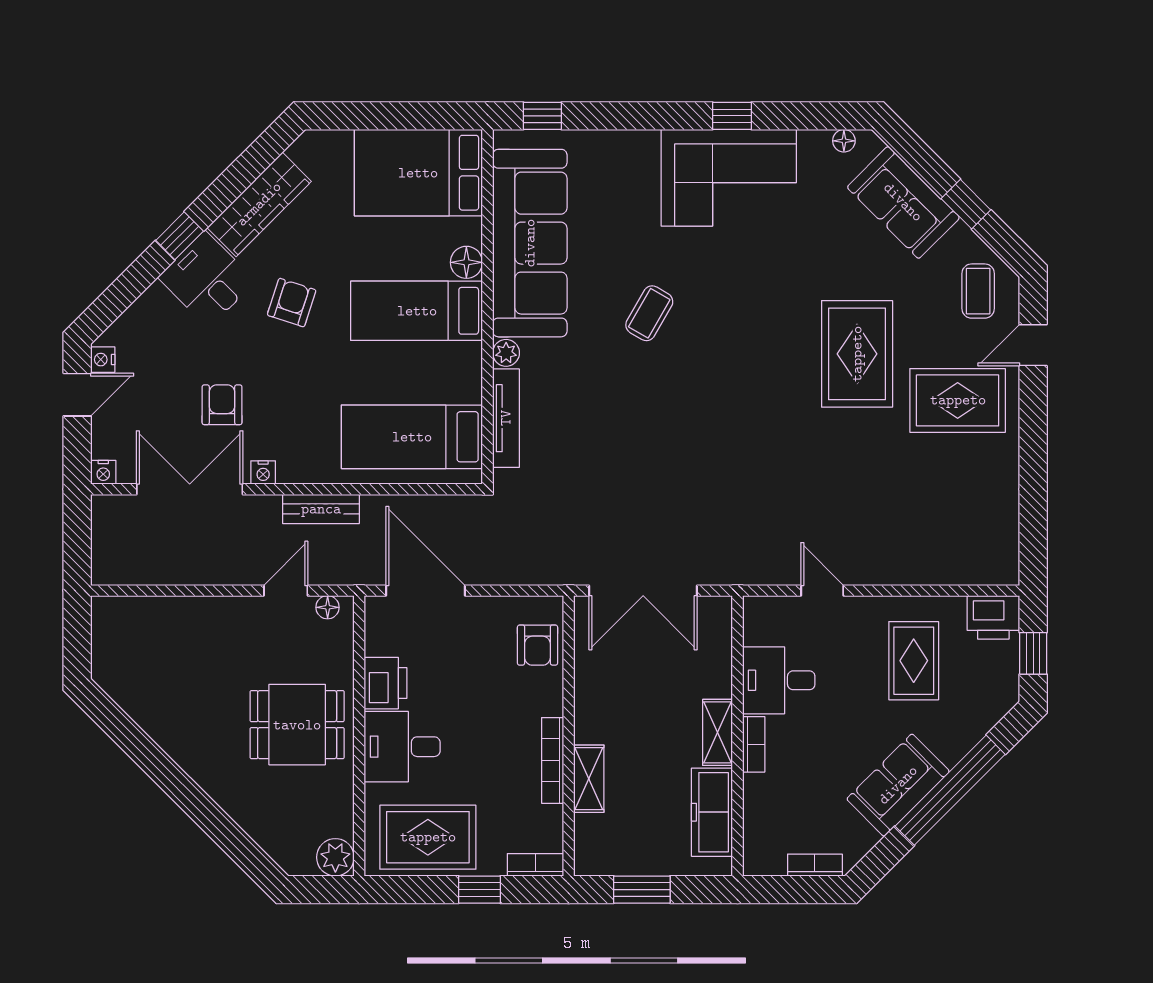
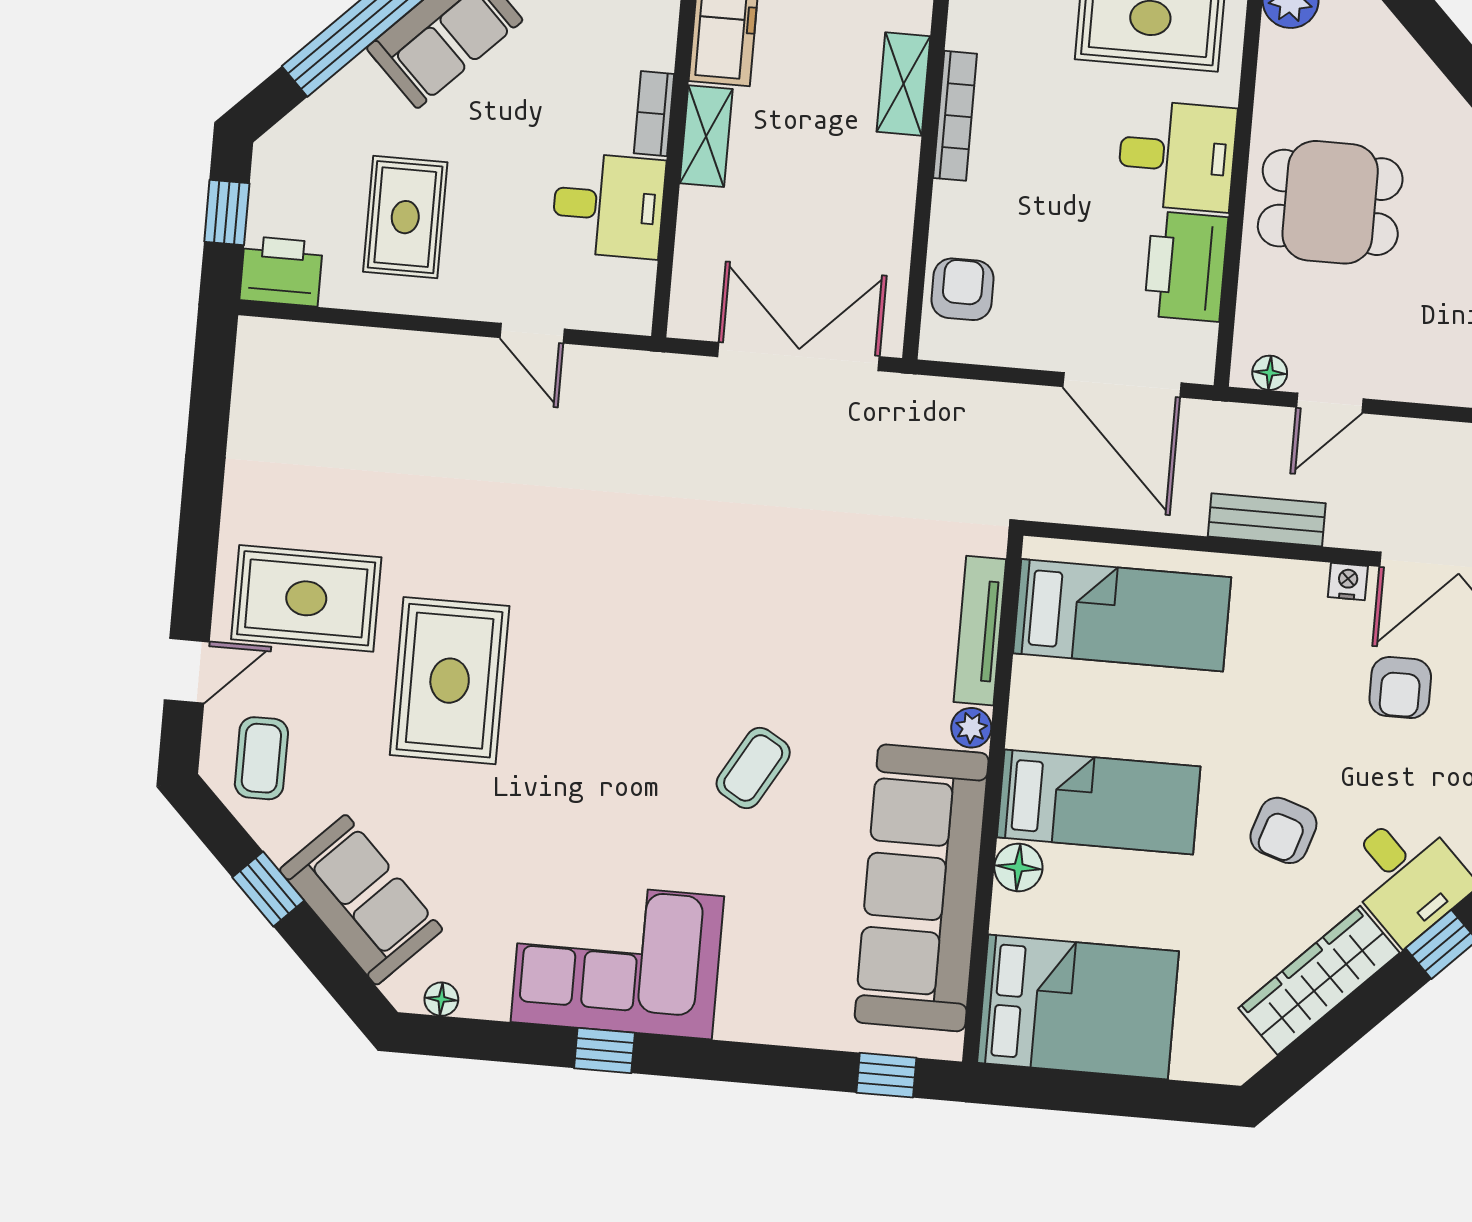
printer: (386, 683) -> (1186, 266), width x1.37, depth x1.19

